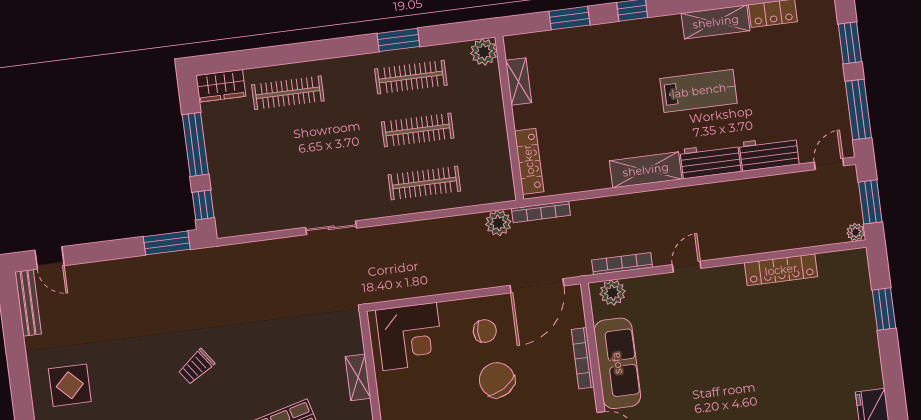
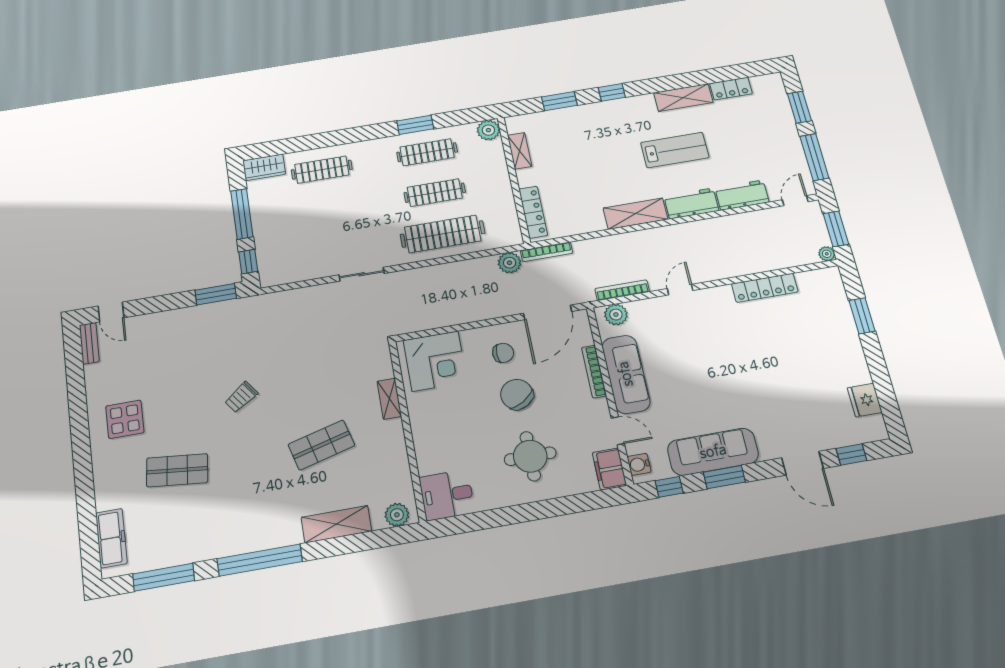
clothes rail: (424, 183) -> (443, 234), width x1.37, depth x1.31
bench: (28, 303) -> (89, 343), width x0.73

